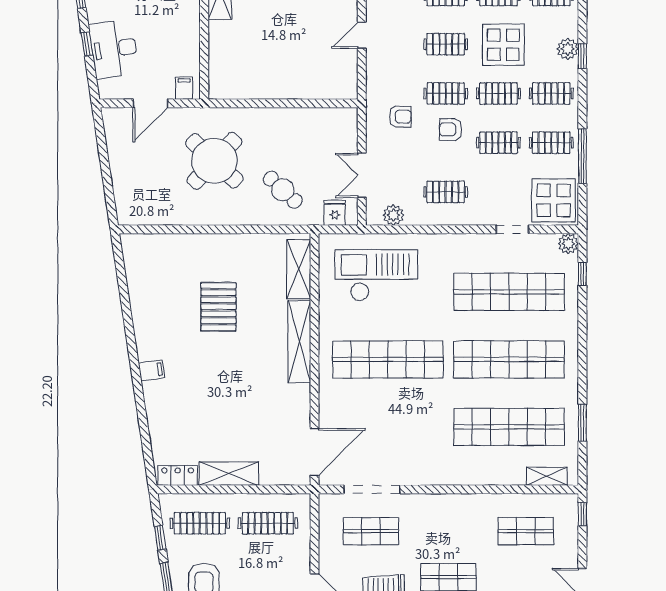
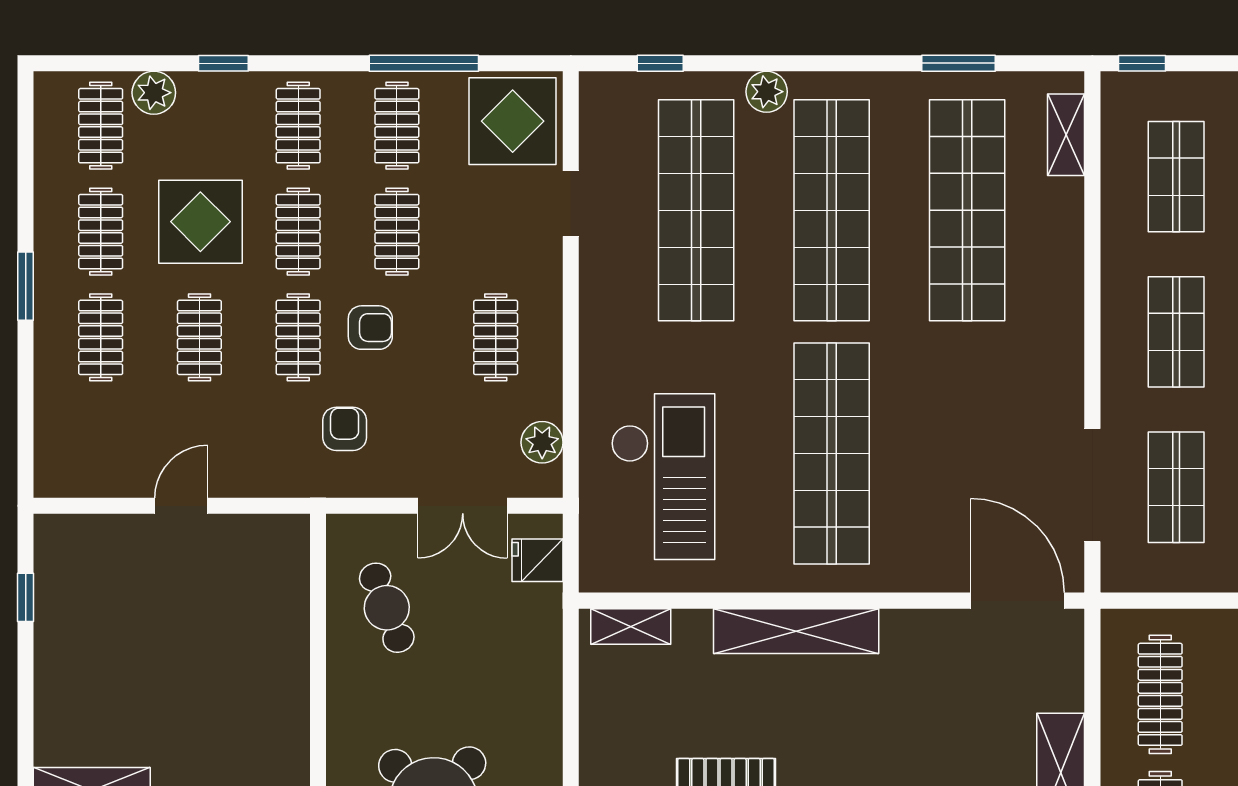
door: (362, 35) -> (181, 506), swing flipped
plant: (568, 49) -> (154, 93), moved
armchair: (451, 129) -> (370, 328), turned -90
cafe table: (283, 190) -> (387, 608), moved, turned -64
plant: (568, 244) -> (767, 92), moved
shelving: (299, 269) -> (631, 626), width x0.67, depth x0.75
checkout: (376, 275) -> (663, 477), turned 180
shop shelf: (448, 531) -> (1176, 332), added

